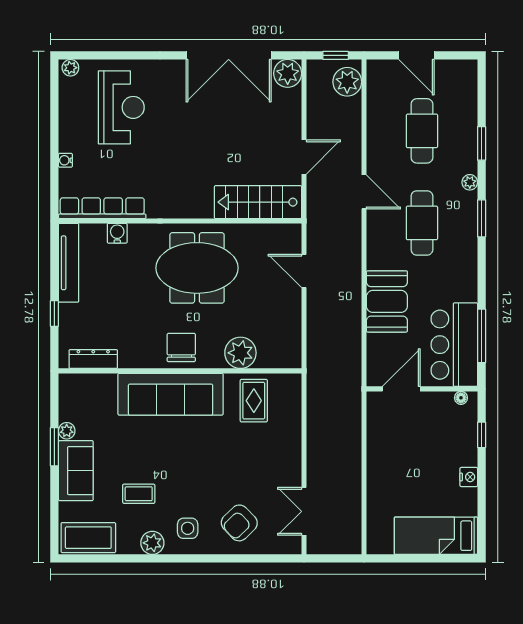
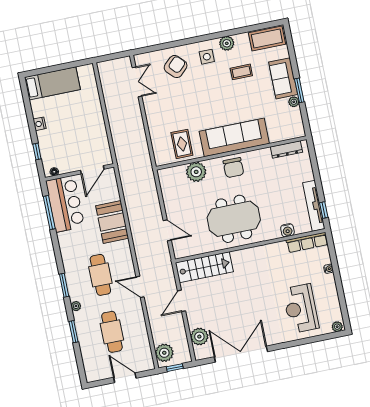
plant: (288, 73) -> (199, 337), moved
row of seats: (102, 208) -> (307, 242), width x0.73
window: (54, 313) -> (324, 210), moved

